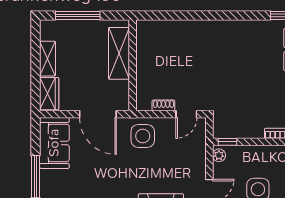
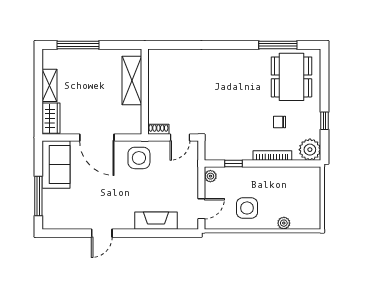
shelving: (119, 53) -> (132, 80), moved
wall: (133, 65) -> (145, 92), moved
window: (228, 142) -> (233, 164), moved

